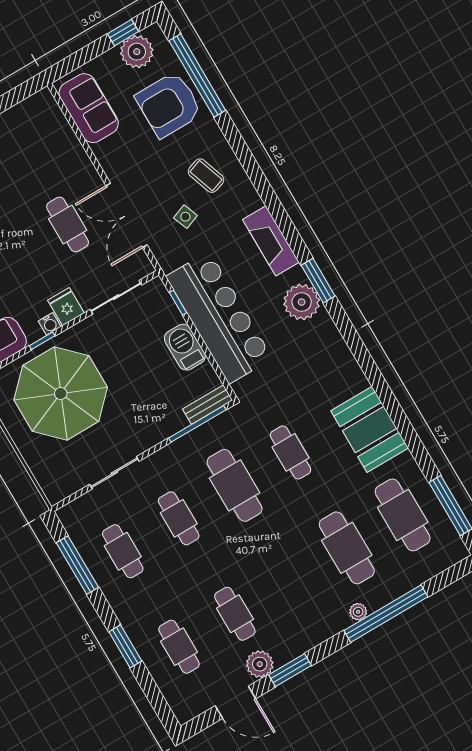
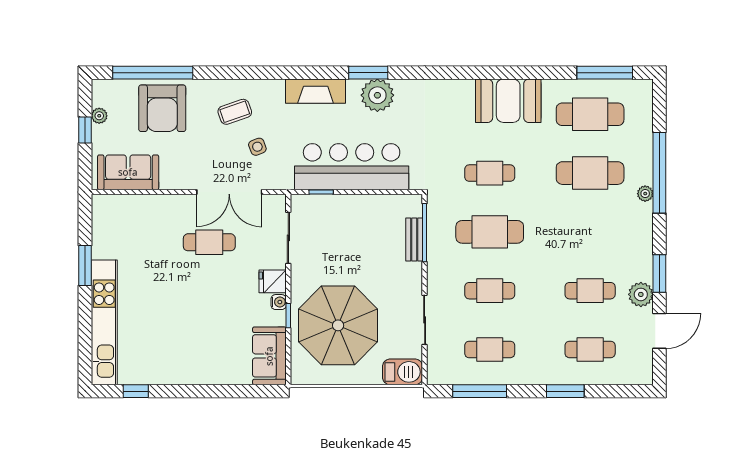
window: (123, 33) -> (85, 130), moved
plant: (137, 52) -> (99, 116), width x0.53, depth x0.53
barbecue: (185, 347) -> (403, 372), moved, turned 180
bench: (208, 405) -> (414, 239), moved

